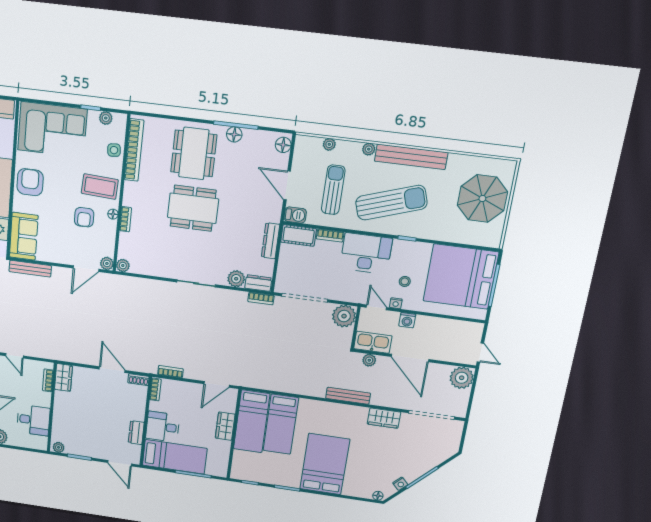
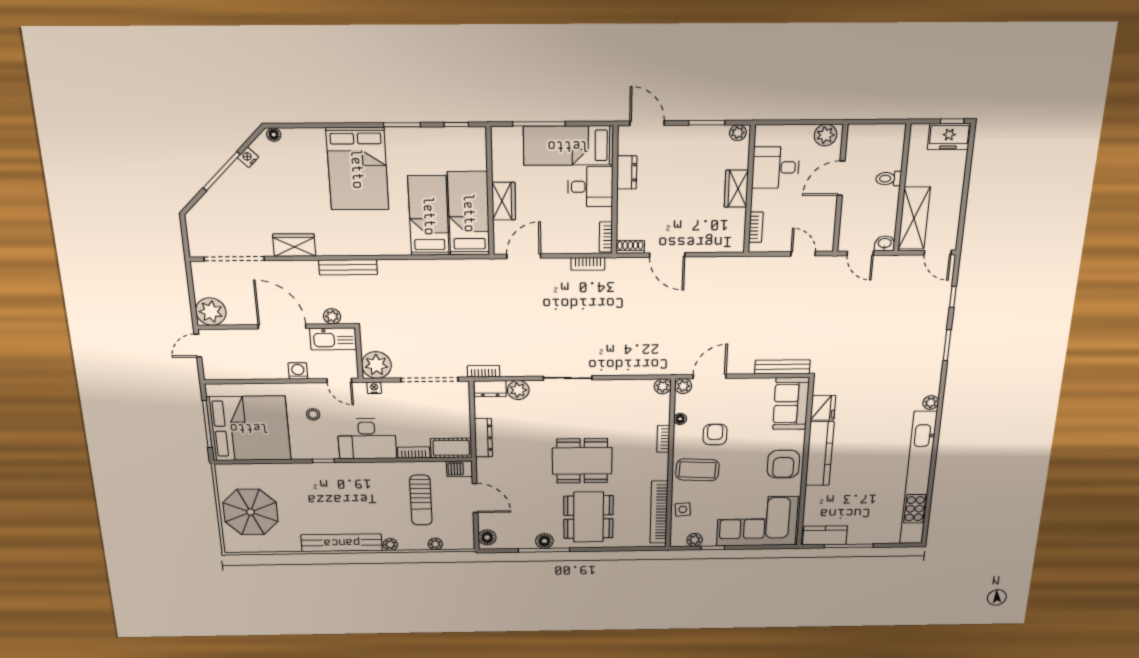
sun lounger: (391, 203) -> (351, 495), removed
floor lamp: (113, 214) -> (680, 419), moved
nightstand: (396, 303) -> (374, 388), moved
door: (480, 352) -> (198, 346), hinge flipped
wardrobe: (64, 377) -> (736, 189), moved

